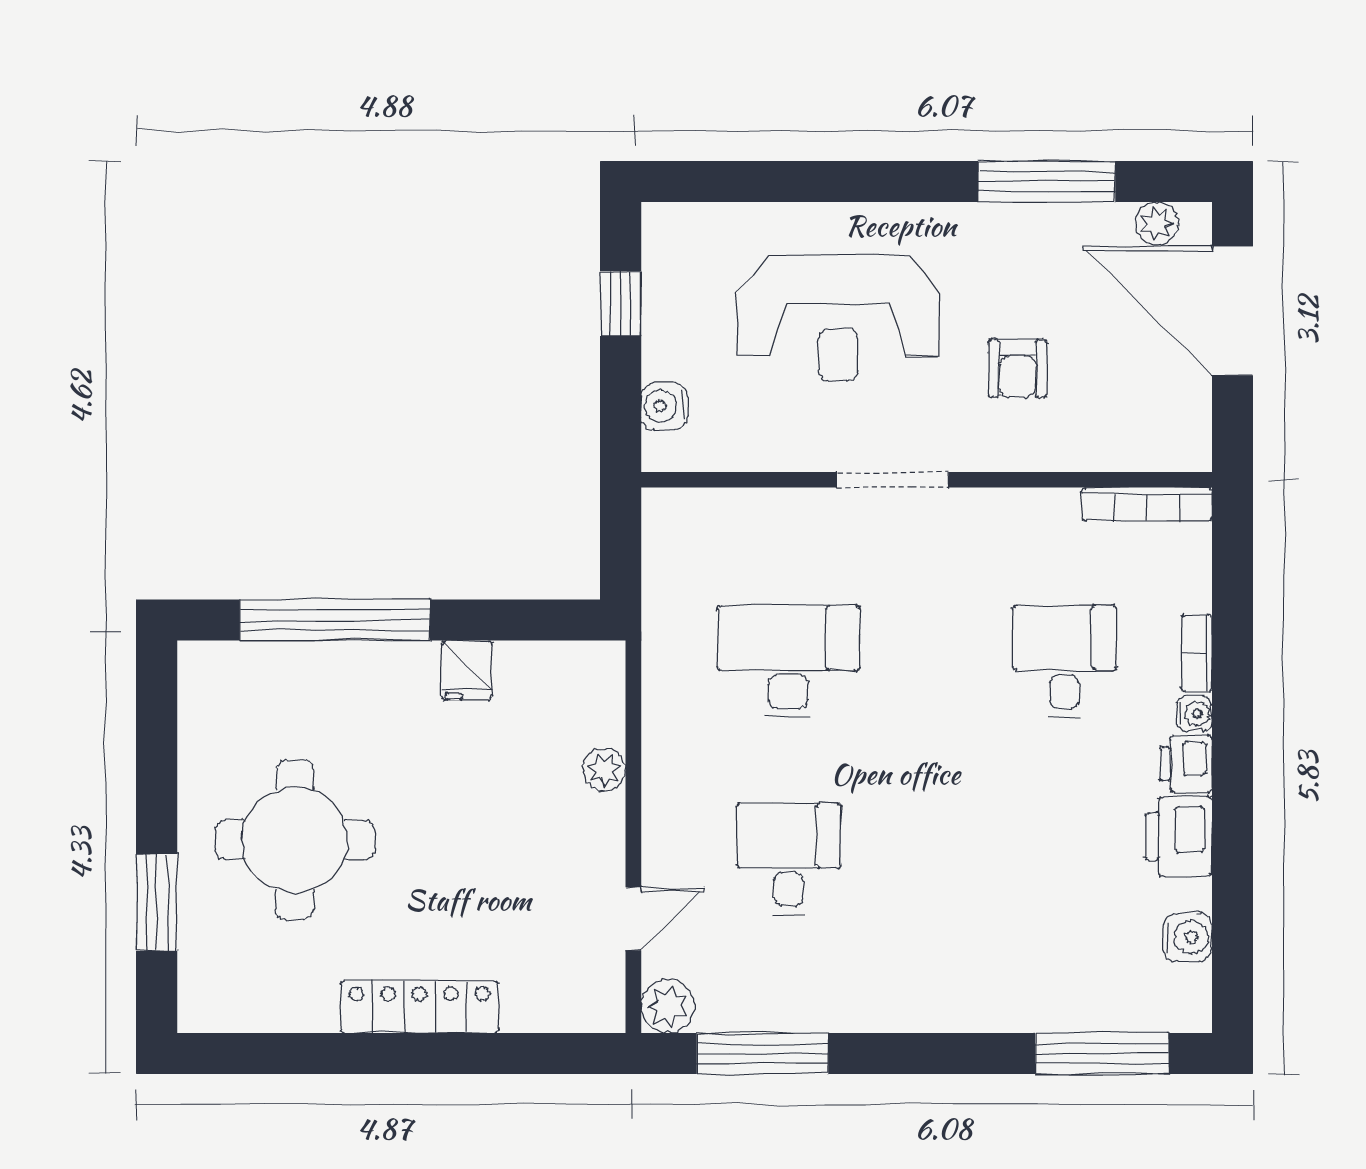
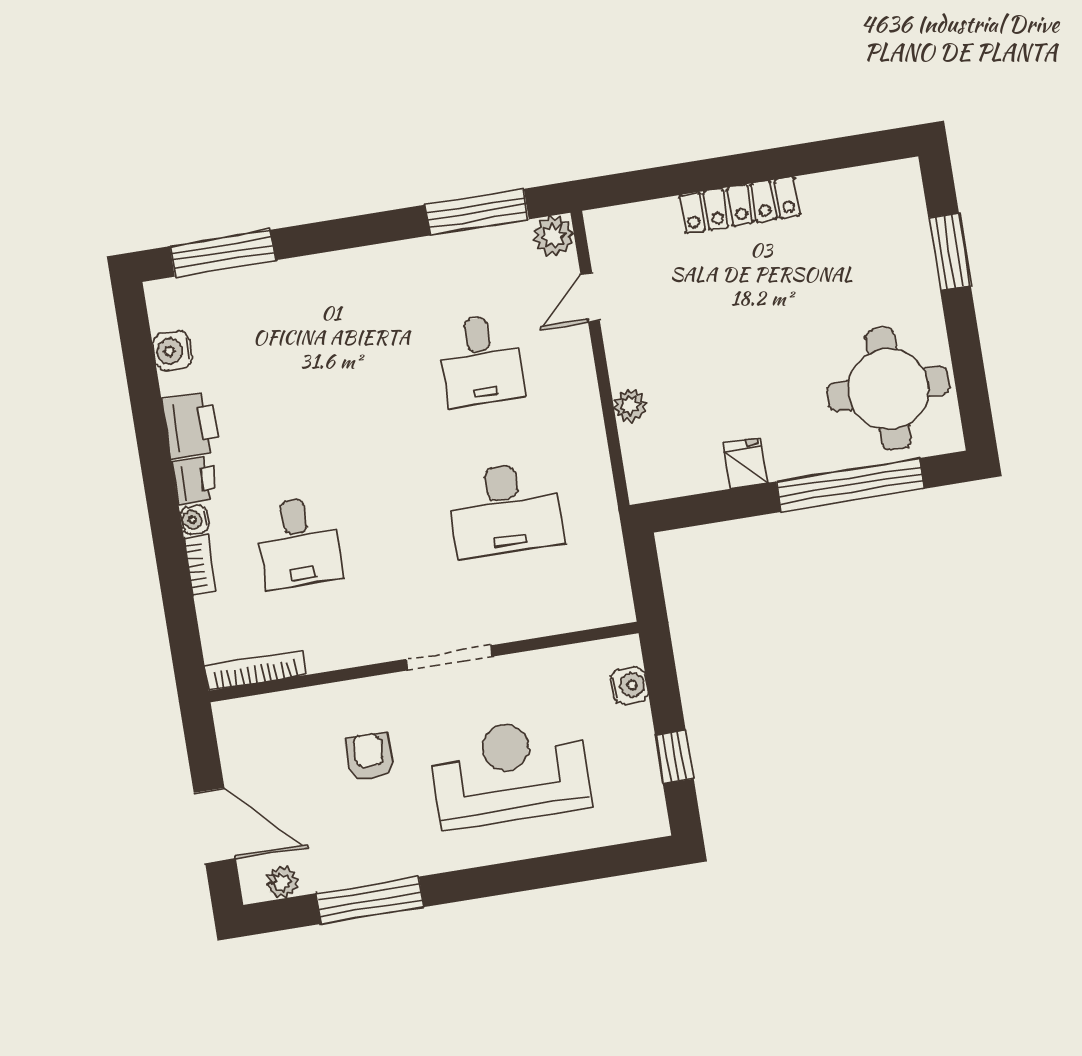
door: (1232, 311) -> (215, 826), width x0.73
round table: (295, 840) -> (888, 389), moved

